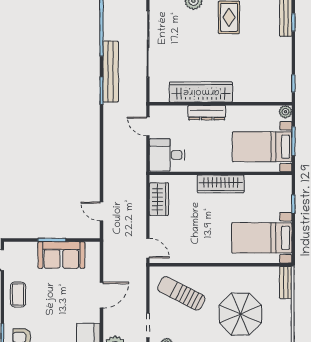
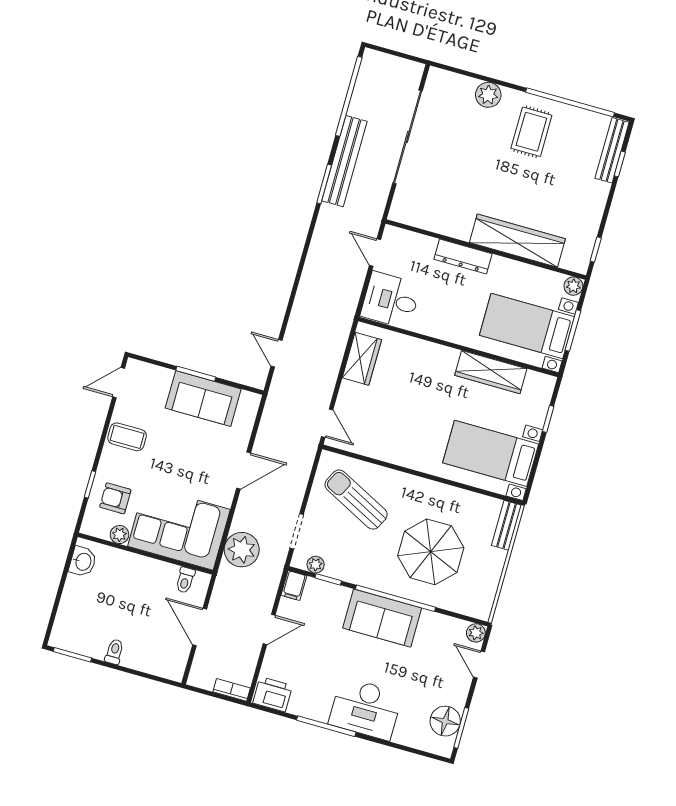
wardrobe: (201, 92) -> (517, 241), moved
wardrobe: (221, 184) -> (491, 372), moved
coffee table: (18, 294) -> (127, 437), turned 90

